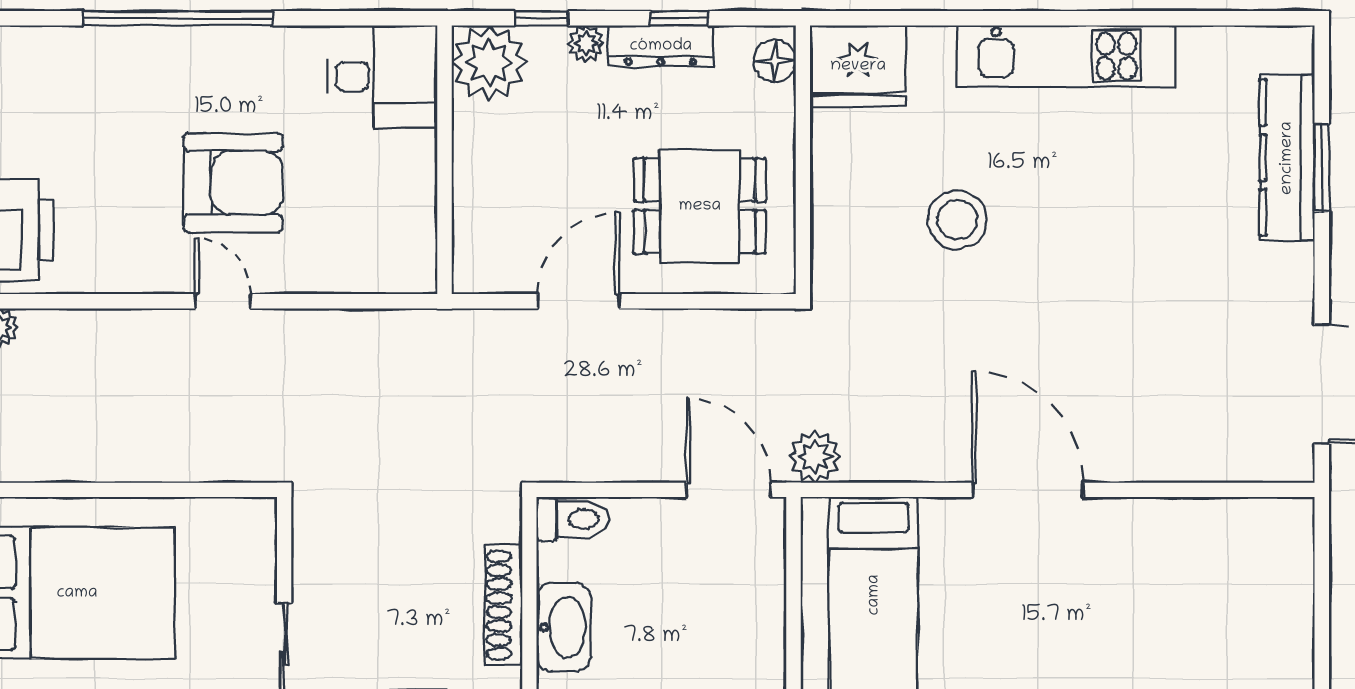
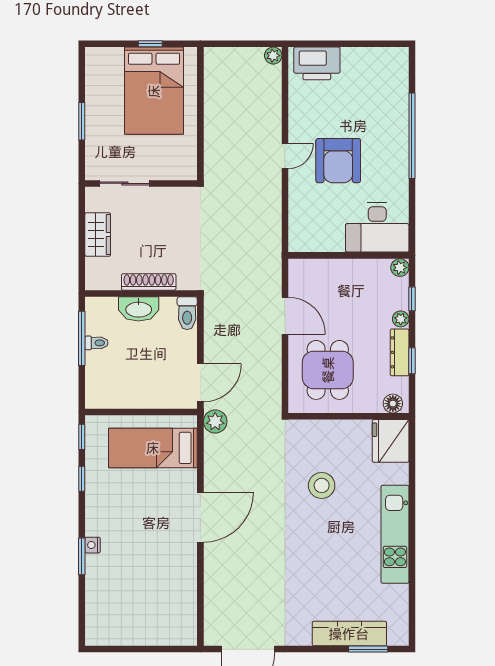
plant: (489, 63) -> (400, 268), width x0.53, depth x0.53
desk: (382, 76) -> (377, 227), width x1.37
window: (1322, 168) -> (368, 649), moved

